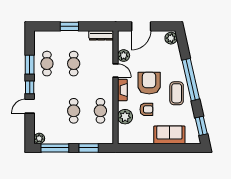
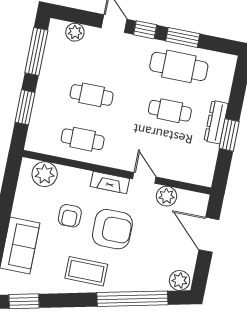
window: (69, 26) -> (229, 135), moved
dresser: (101, 35) -> (216, 122), moved
cafe table: (47, 64) -> (179, 66), width x1.37, depth x1.35
door: (116, 71) -> (144, 178), swing flipped
window: (191, 80) -> (132, 299), moved
plant: (125, 117) -> (45, 174), moved
plant: (39, 138) -> (75, 32), moved

